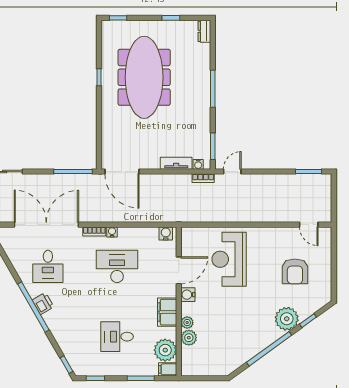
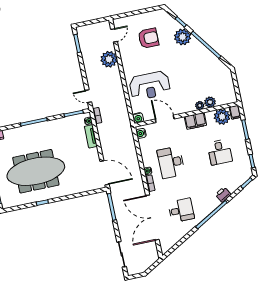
door: (122, 172) -> (104, 173), hinge flipped
plant: (277, 211) -> (109, 59), added
water cooler: (188, 295) -> (138, 118), moved
printer: (43, 303) -> (223, 195), moved

